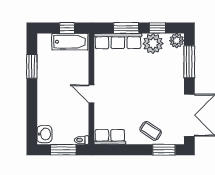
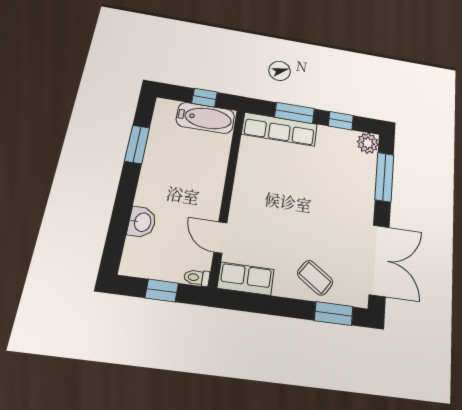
plant: (153, 44) -> (332, 142), removed
door: (91, 94) -> (220, 237), moved
washbasin: (44, 134) -> (142, 222), moved
window: (63, 150) -> (162, 291), width x0.67

